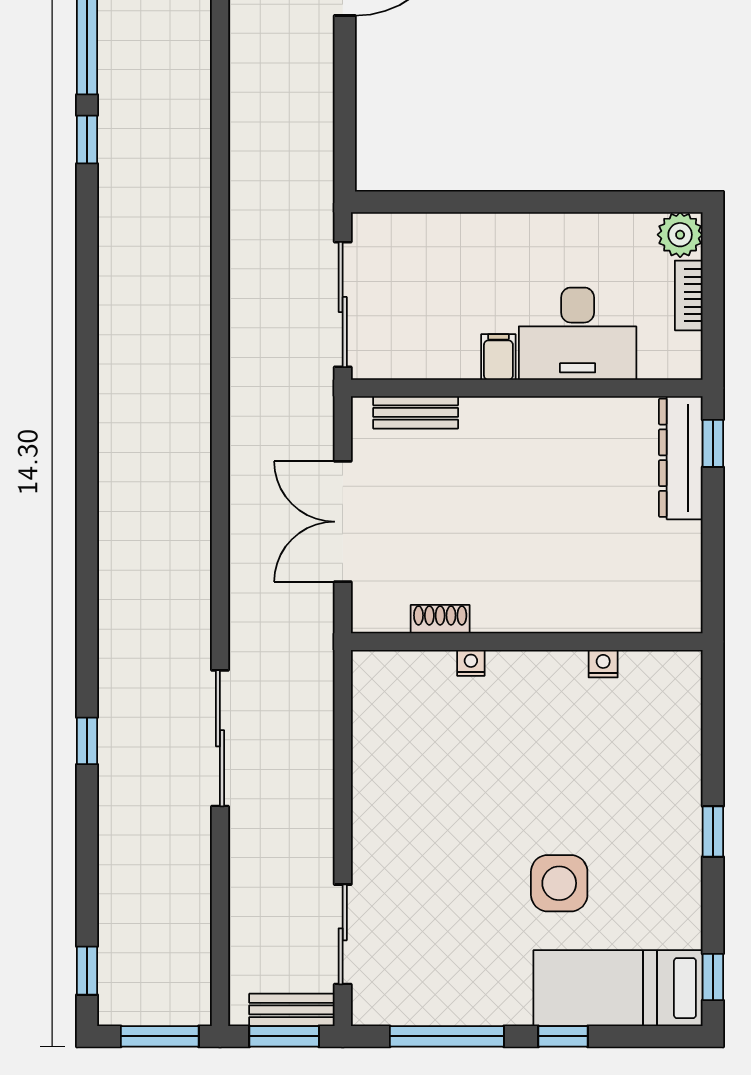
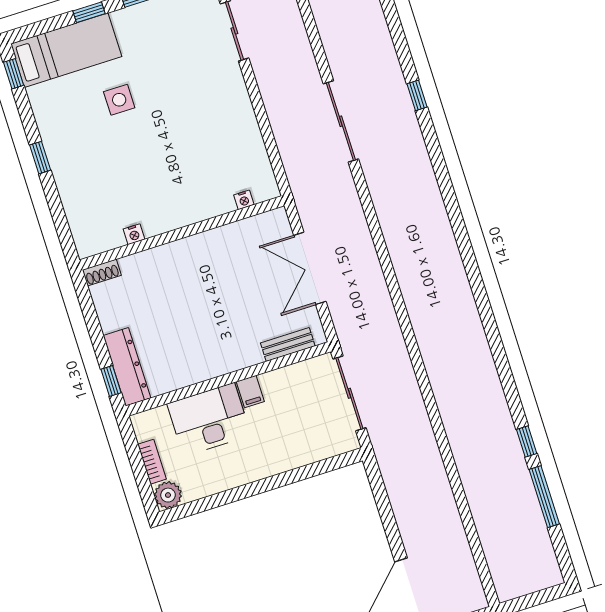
double door: (343, 522) -> (310, 268), swing flipped
shoe rack: (440, 619) -> (102, 273), moved
nightstand: (471, 663) -> (244, 200), moved
side table: (559, 883) -> (119, 100), width x0.73, depth x0.73

